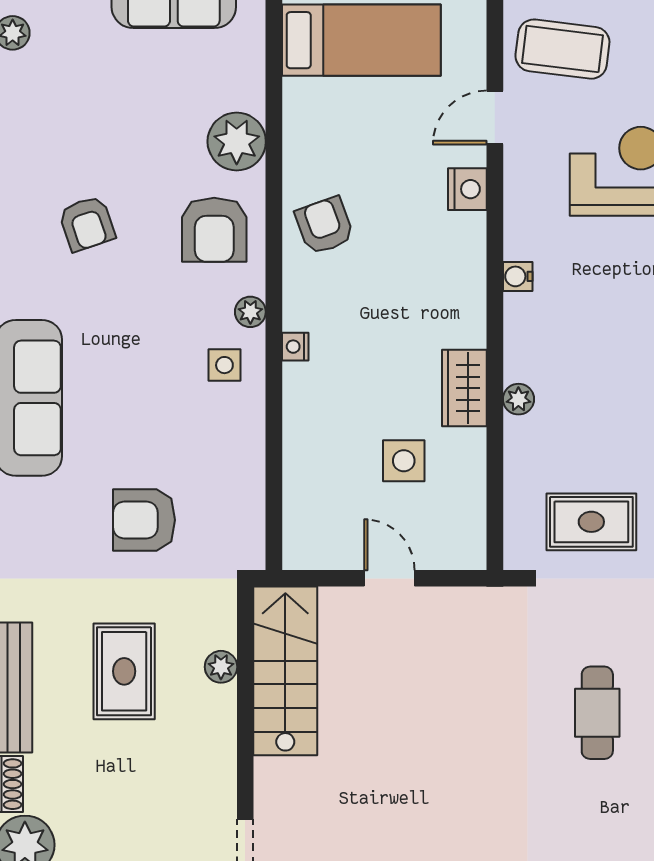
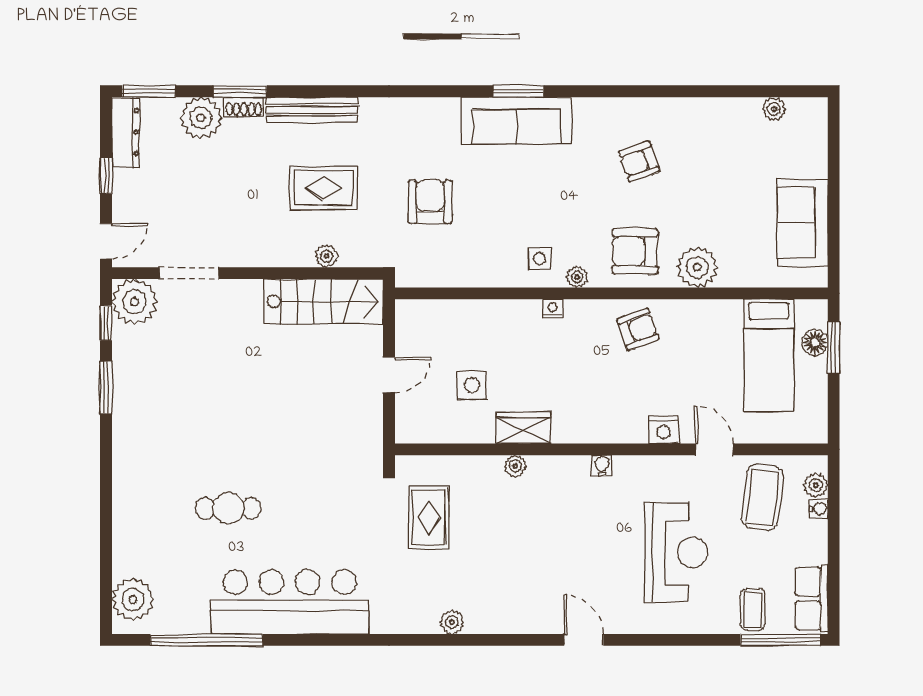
cafe table: (597, 713) -> (228, 508), moved

